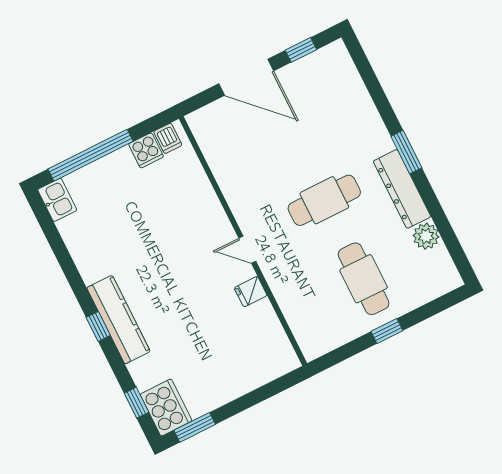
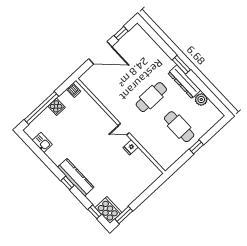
cooker: (146, 150) -> (57, 107), moved
kitchen sink: (57, 200) -> (42, 142), moved

